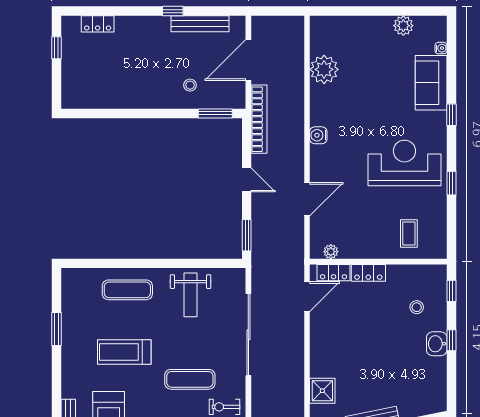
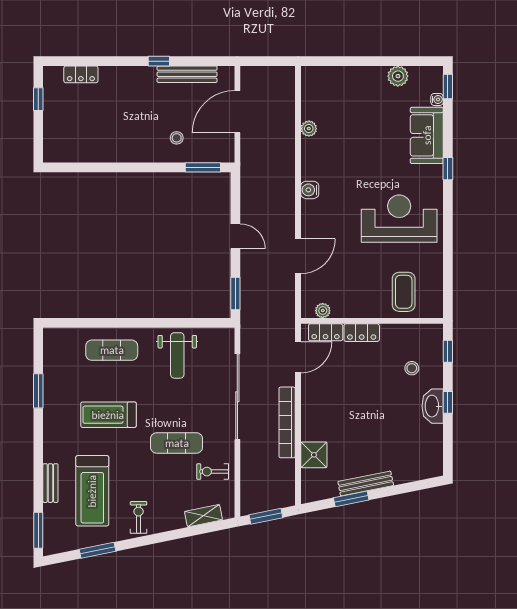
plant: (324, 69) -> (309, 129), width x0.53, depth x0.53
bookcase: (259, 119) -> (287, 422), moved, turned 180
window: (451, 183) -> (448, 87), moved
coffee table: (409, 234) -> (404, 292), width x1.36, depth x1.30
washbasin: (437, 344) -> (433, 406), width x1.38

